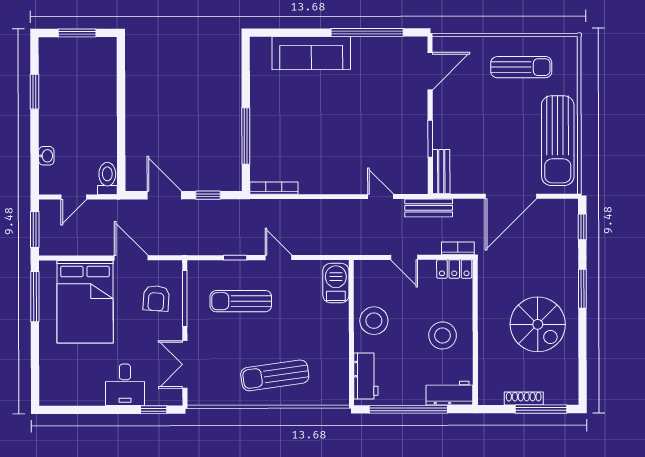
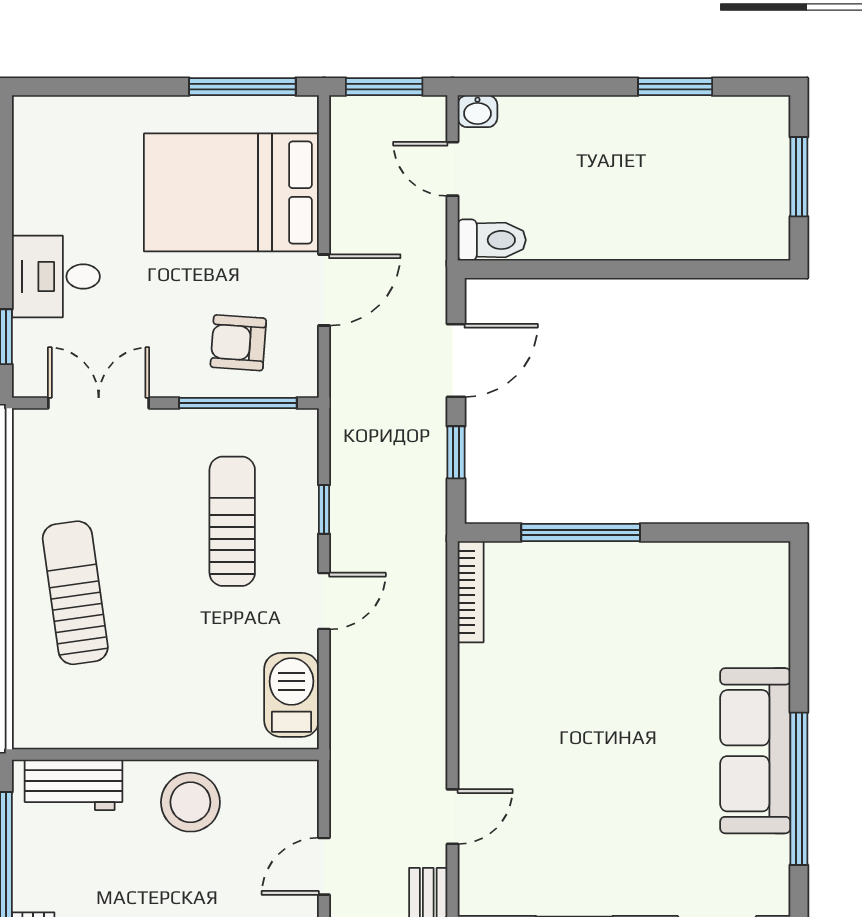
sofa: (311, 53) -> (755, 751), moved
washbasin: (46, 156) -> (477, 111), moved
barbecue: (336, 283) -> (291, 695), moved, turned -90

